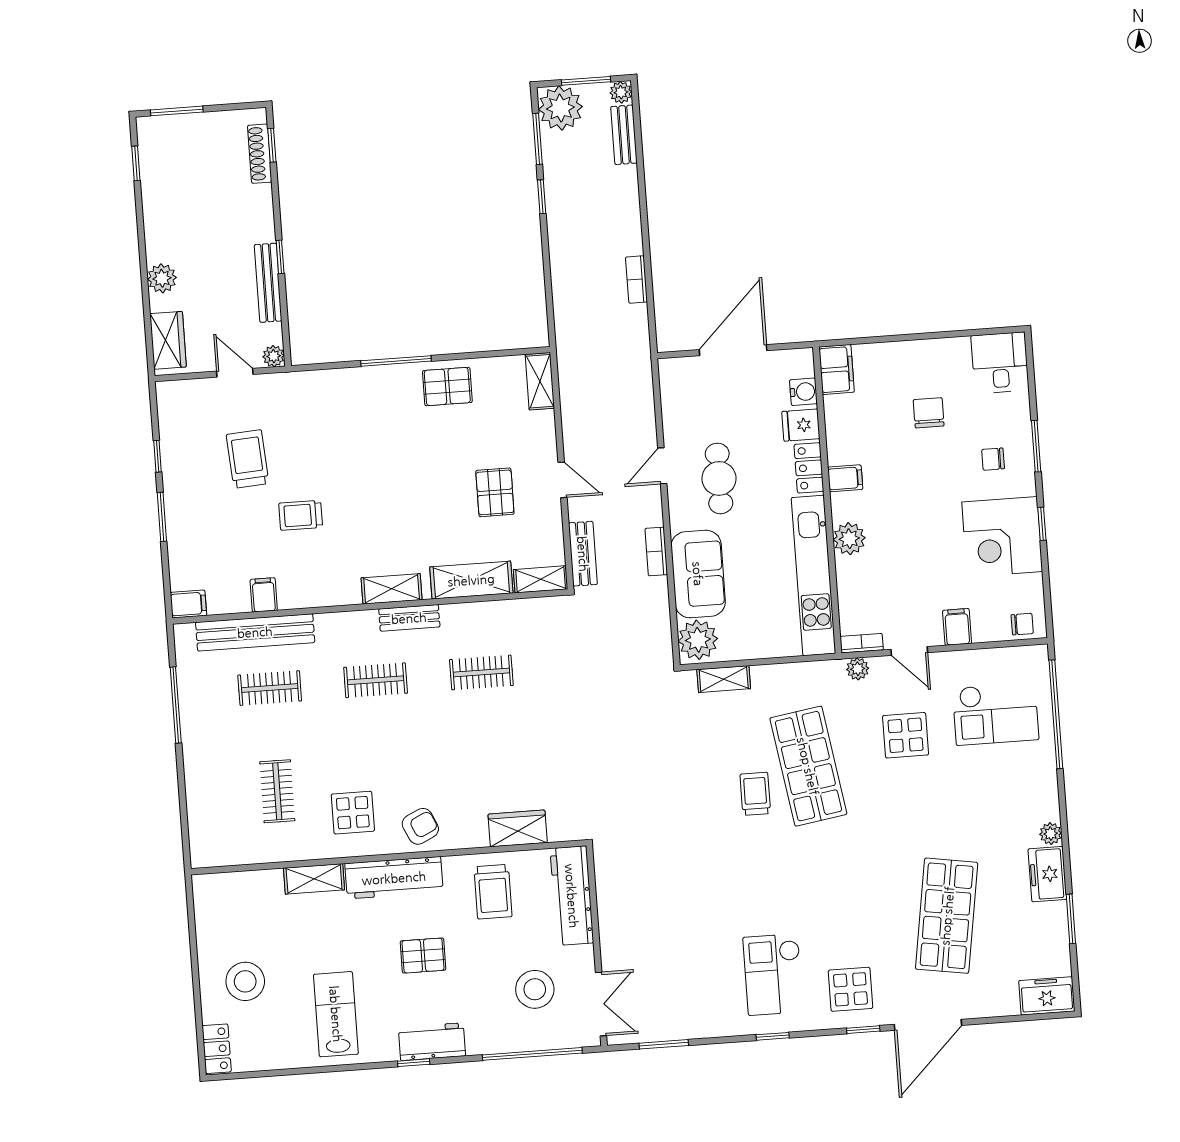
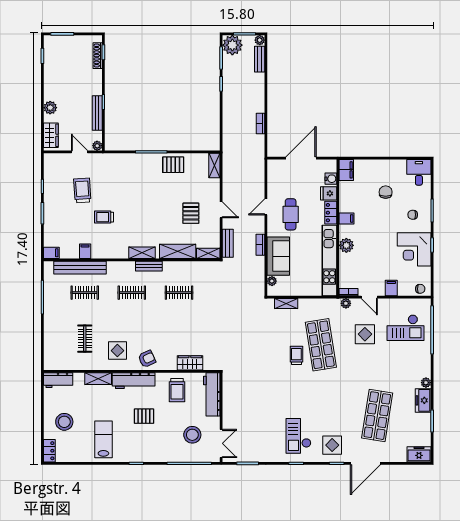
plant: (698, 640) -> (272, 281), width x0.53, depth x0.53
workbench: (432, 1042) -> (58, 380), moved, turned 180

